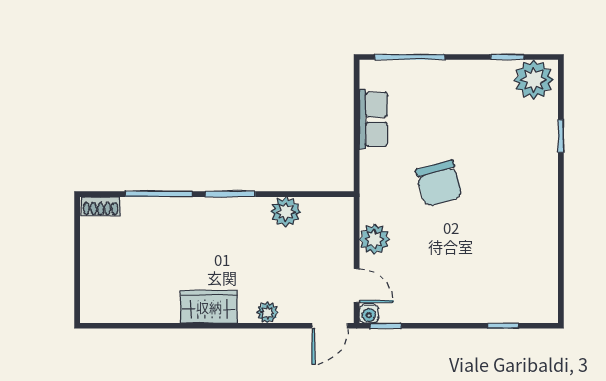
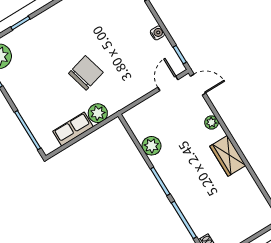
plant: (374, 239) -> (98, 113), moved
water cooler: (369, 314) -> (157, 33), moved

